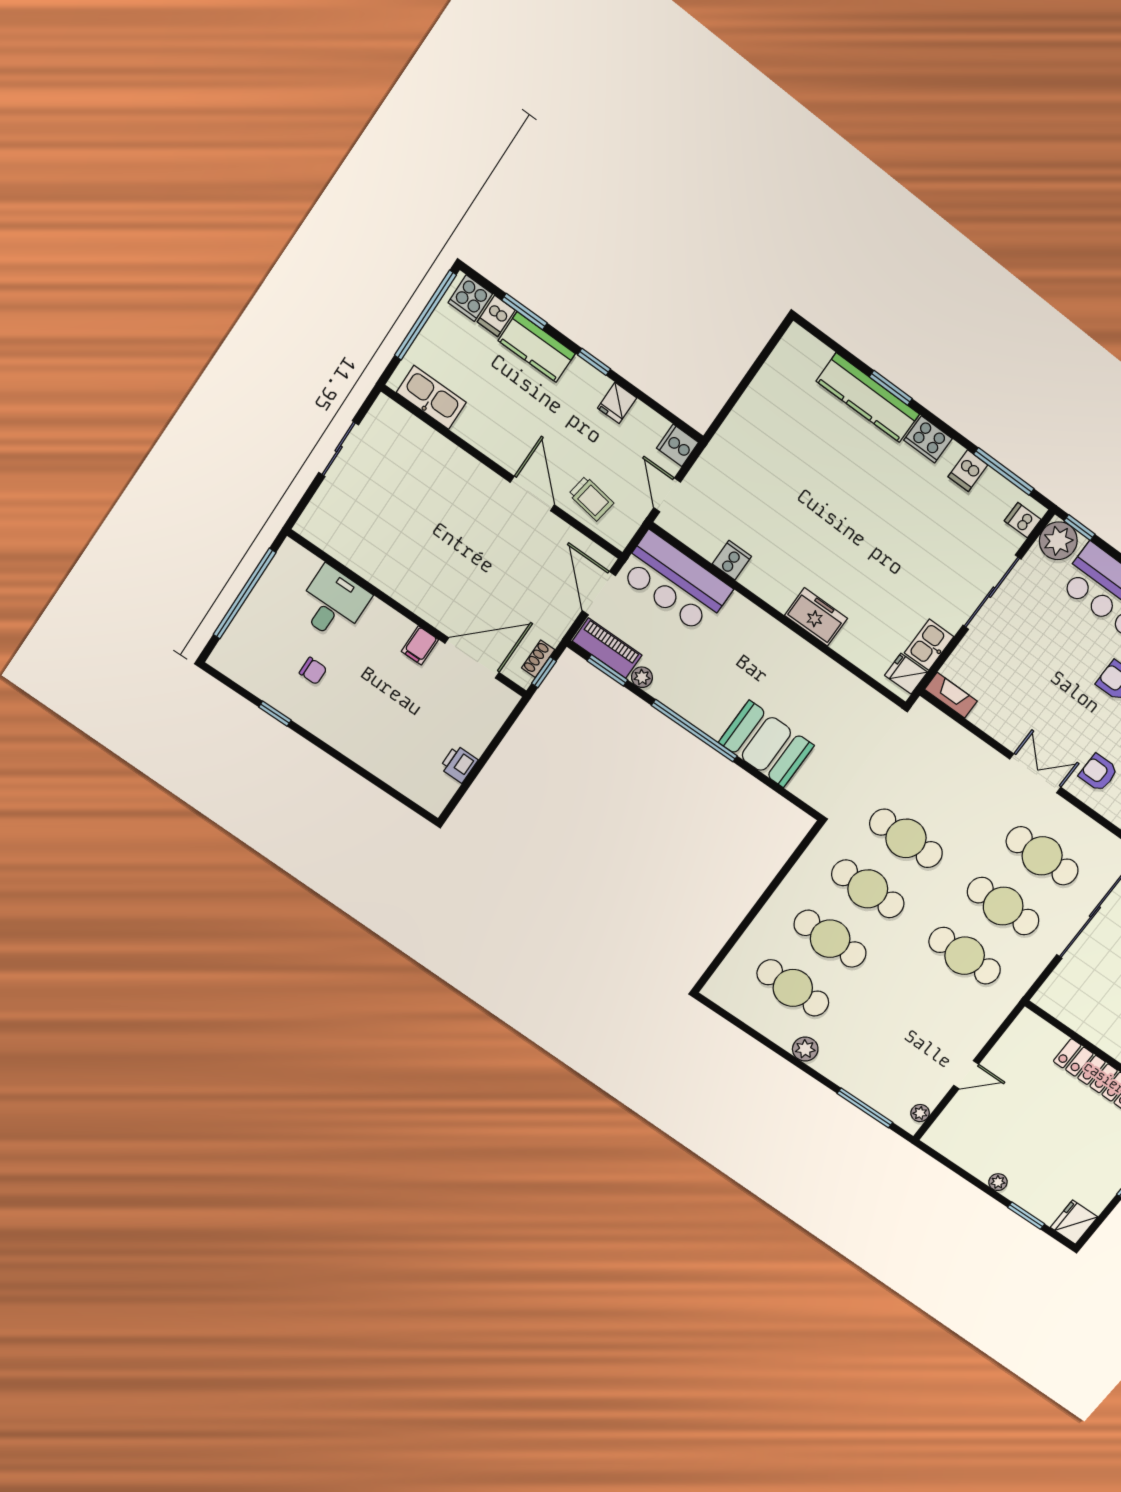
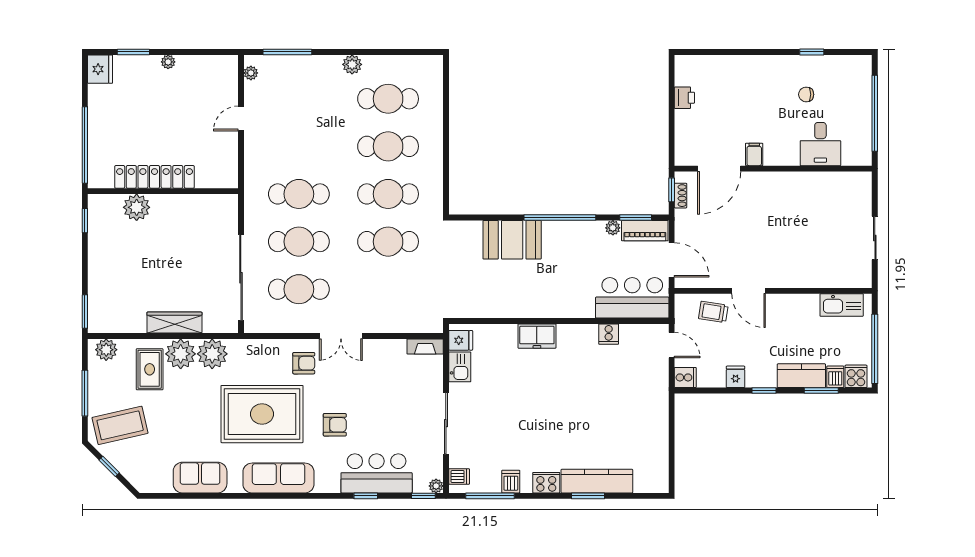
plant: (1058, 541) -> (436, 486), width x0.53, depth x0.53

